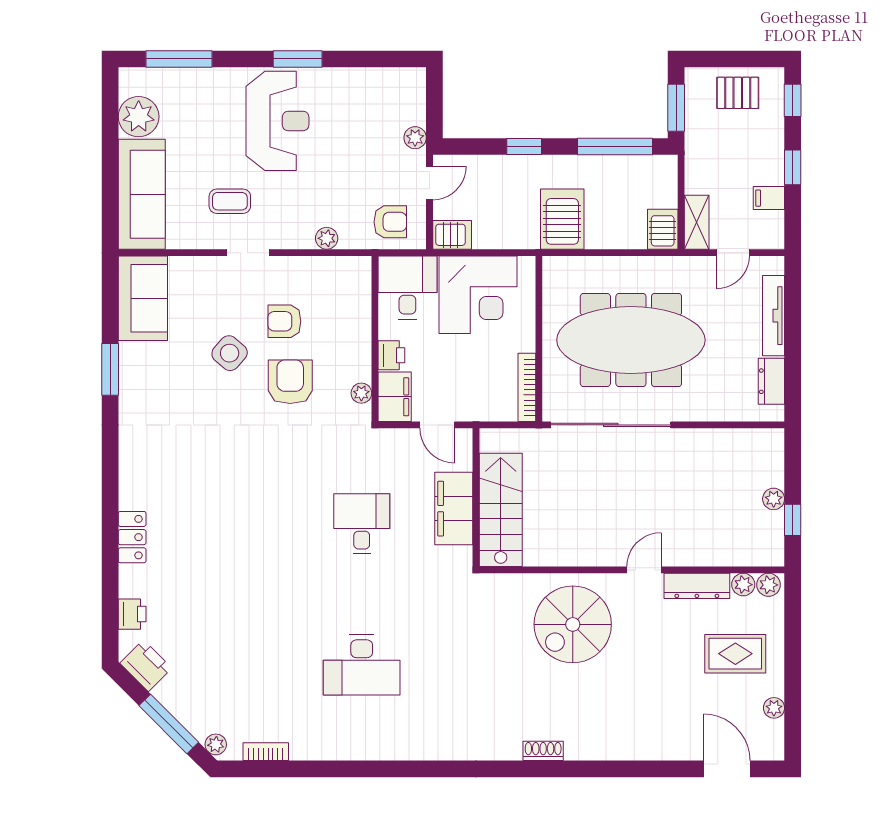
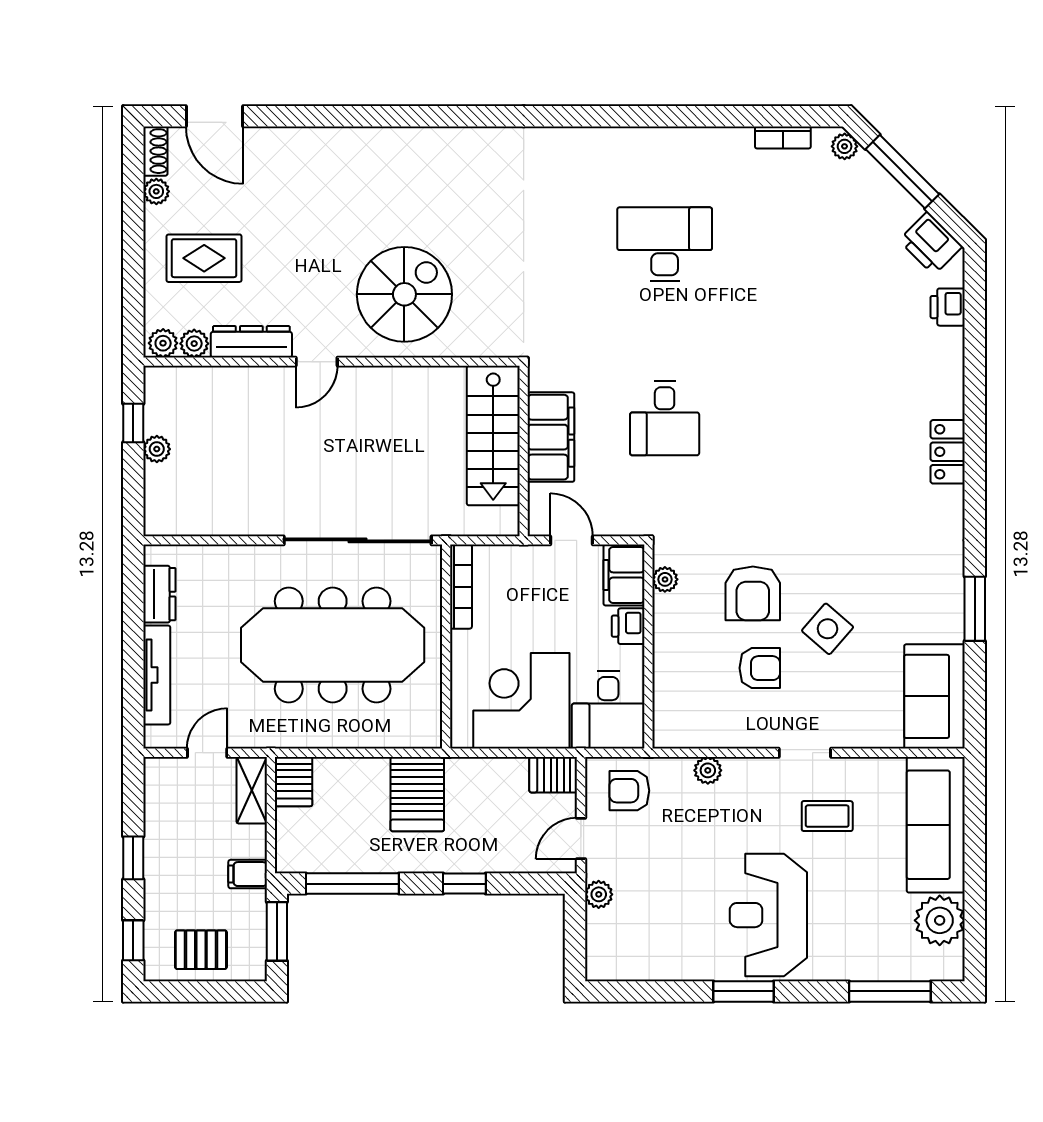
filing cabinet: (769, 198) -> (248, 874), moved, turned 180
locker: (132, 537) -> (948, 452), moved
shoe rack: (543, 751) -> (155, 151), moved, turned -90

